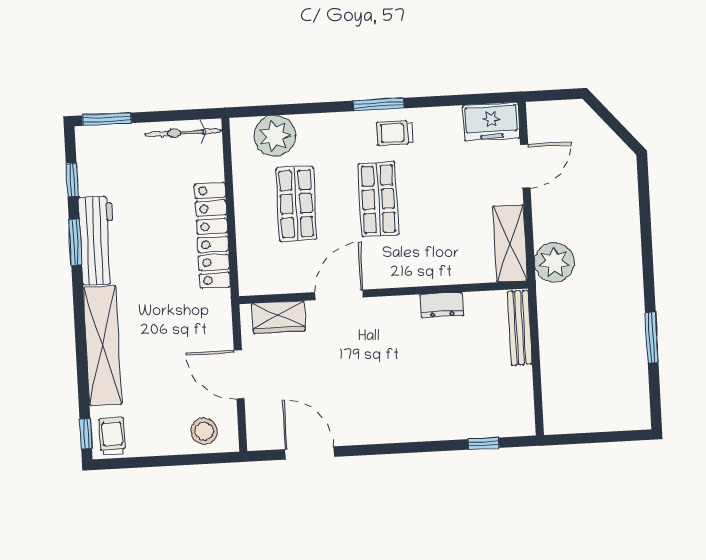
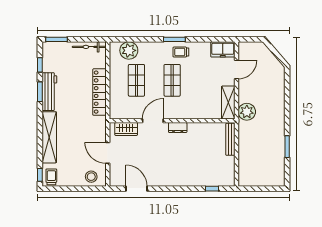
dresser: (442, 305) -> (178, 128), moved

